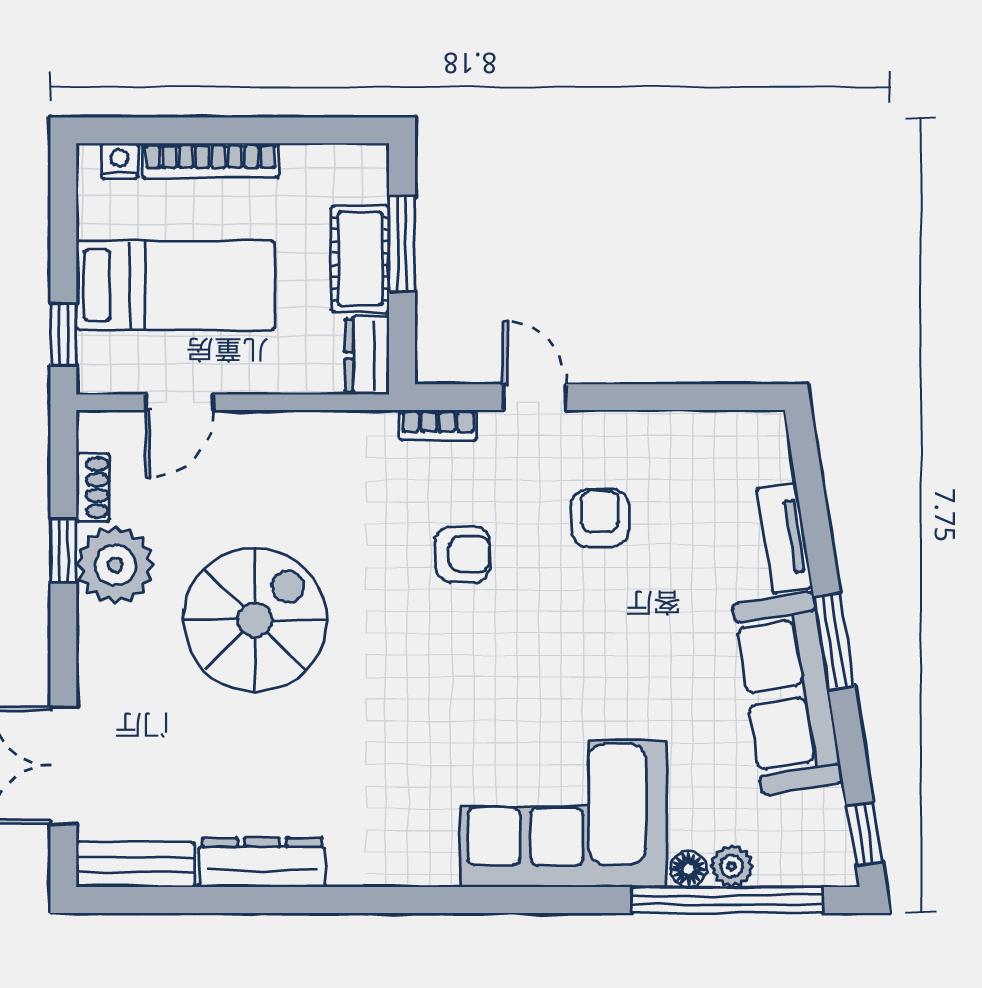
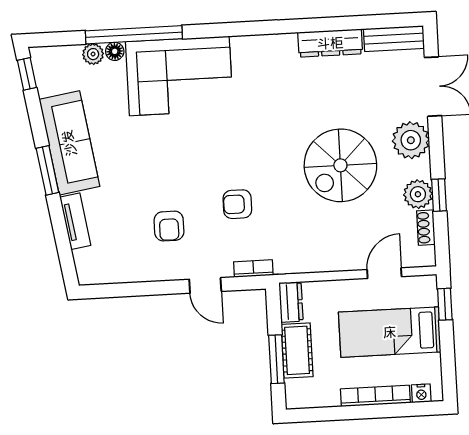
plant: (115, 565) -> (418, 194), width x0.73, depth x0.73
plant: (113, 662) -> (411, 140), added
window: (727, 900) -> (134, 35), moved

